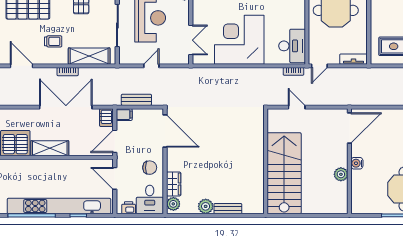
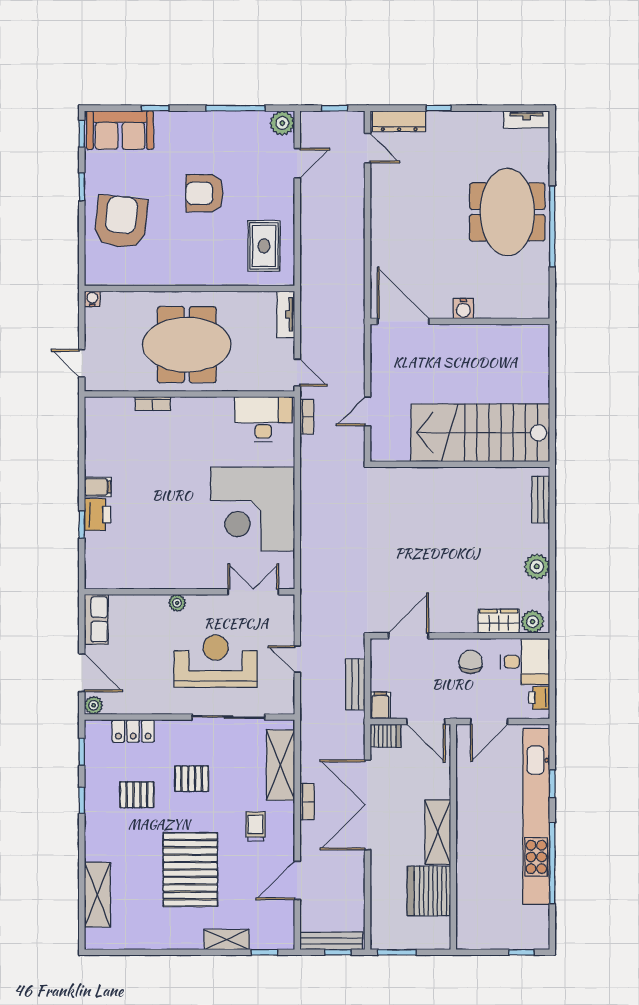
door: (165, 131) -> (408, 636), width x0.73
plant: (341, 174) -> (482, 336), removed
bench: (228, 209) -> (541, 500), moved

